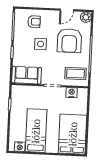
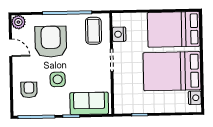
armchair: (69, 41) -> (51, 42), turned -90
sofa: (27, 75) -> (89, 103), moved, turned 90
bed: (36, 131) -> (172, 71), width x1.50

